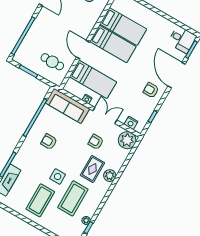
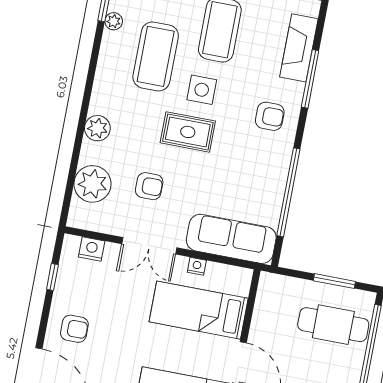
cafe table: (52, 62) -> (333, 325), moved, width x1.37, depth x1.35
plant: (127, 140) -> (93, 184), moved
armchair: (49, 142) -> (270, 116), moved
rug: (92, 169) -> (188, 132), moved, turned 90

